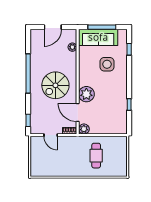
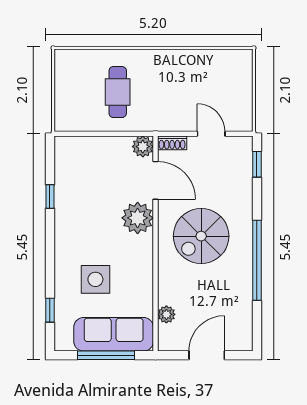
spiral stairs: (55, 85) -> (201, 236), turned 180

